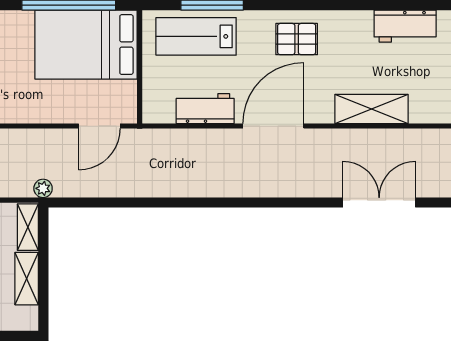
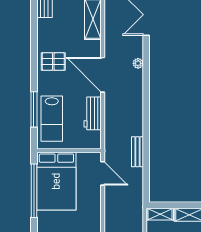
pallet: (297, 39) -> (53, 61), turned 90
bench: (138, 187) -> (137, 152), added
plant: (43, 188) -> (138, 63), moved

